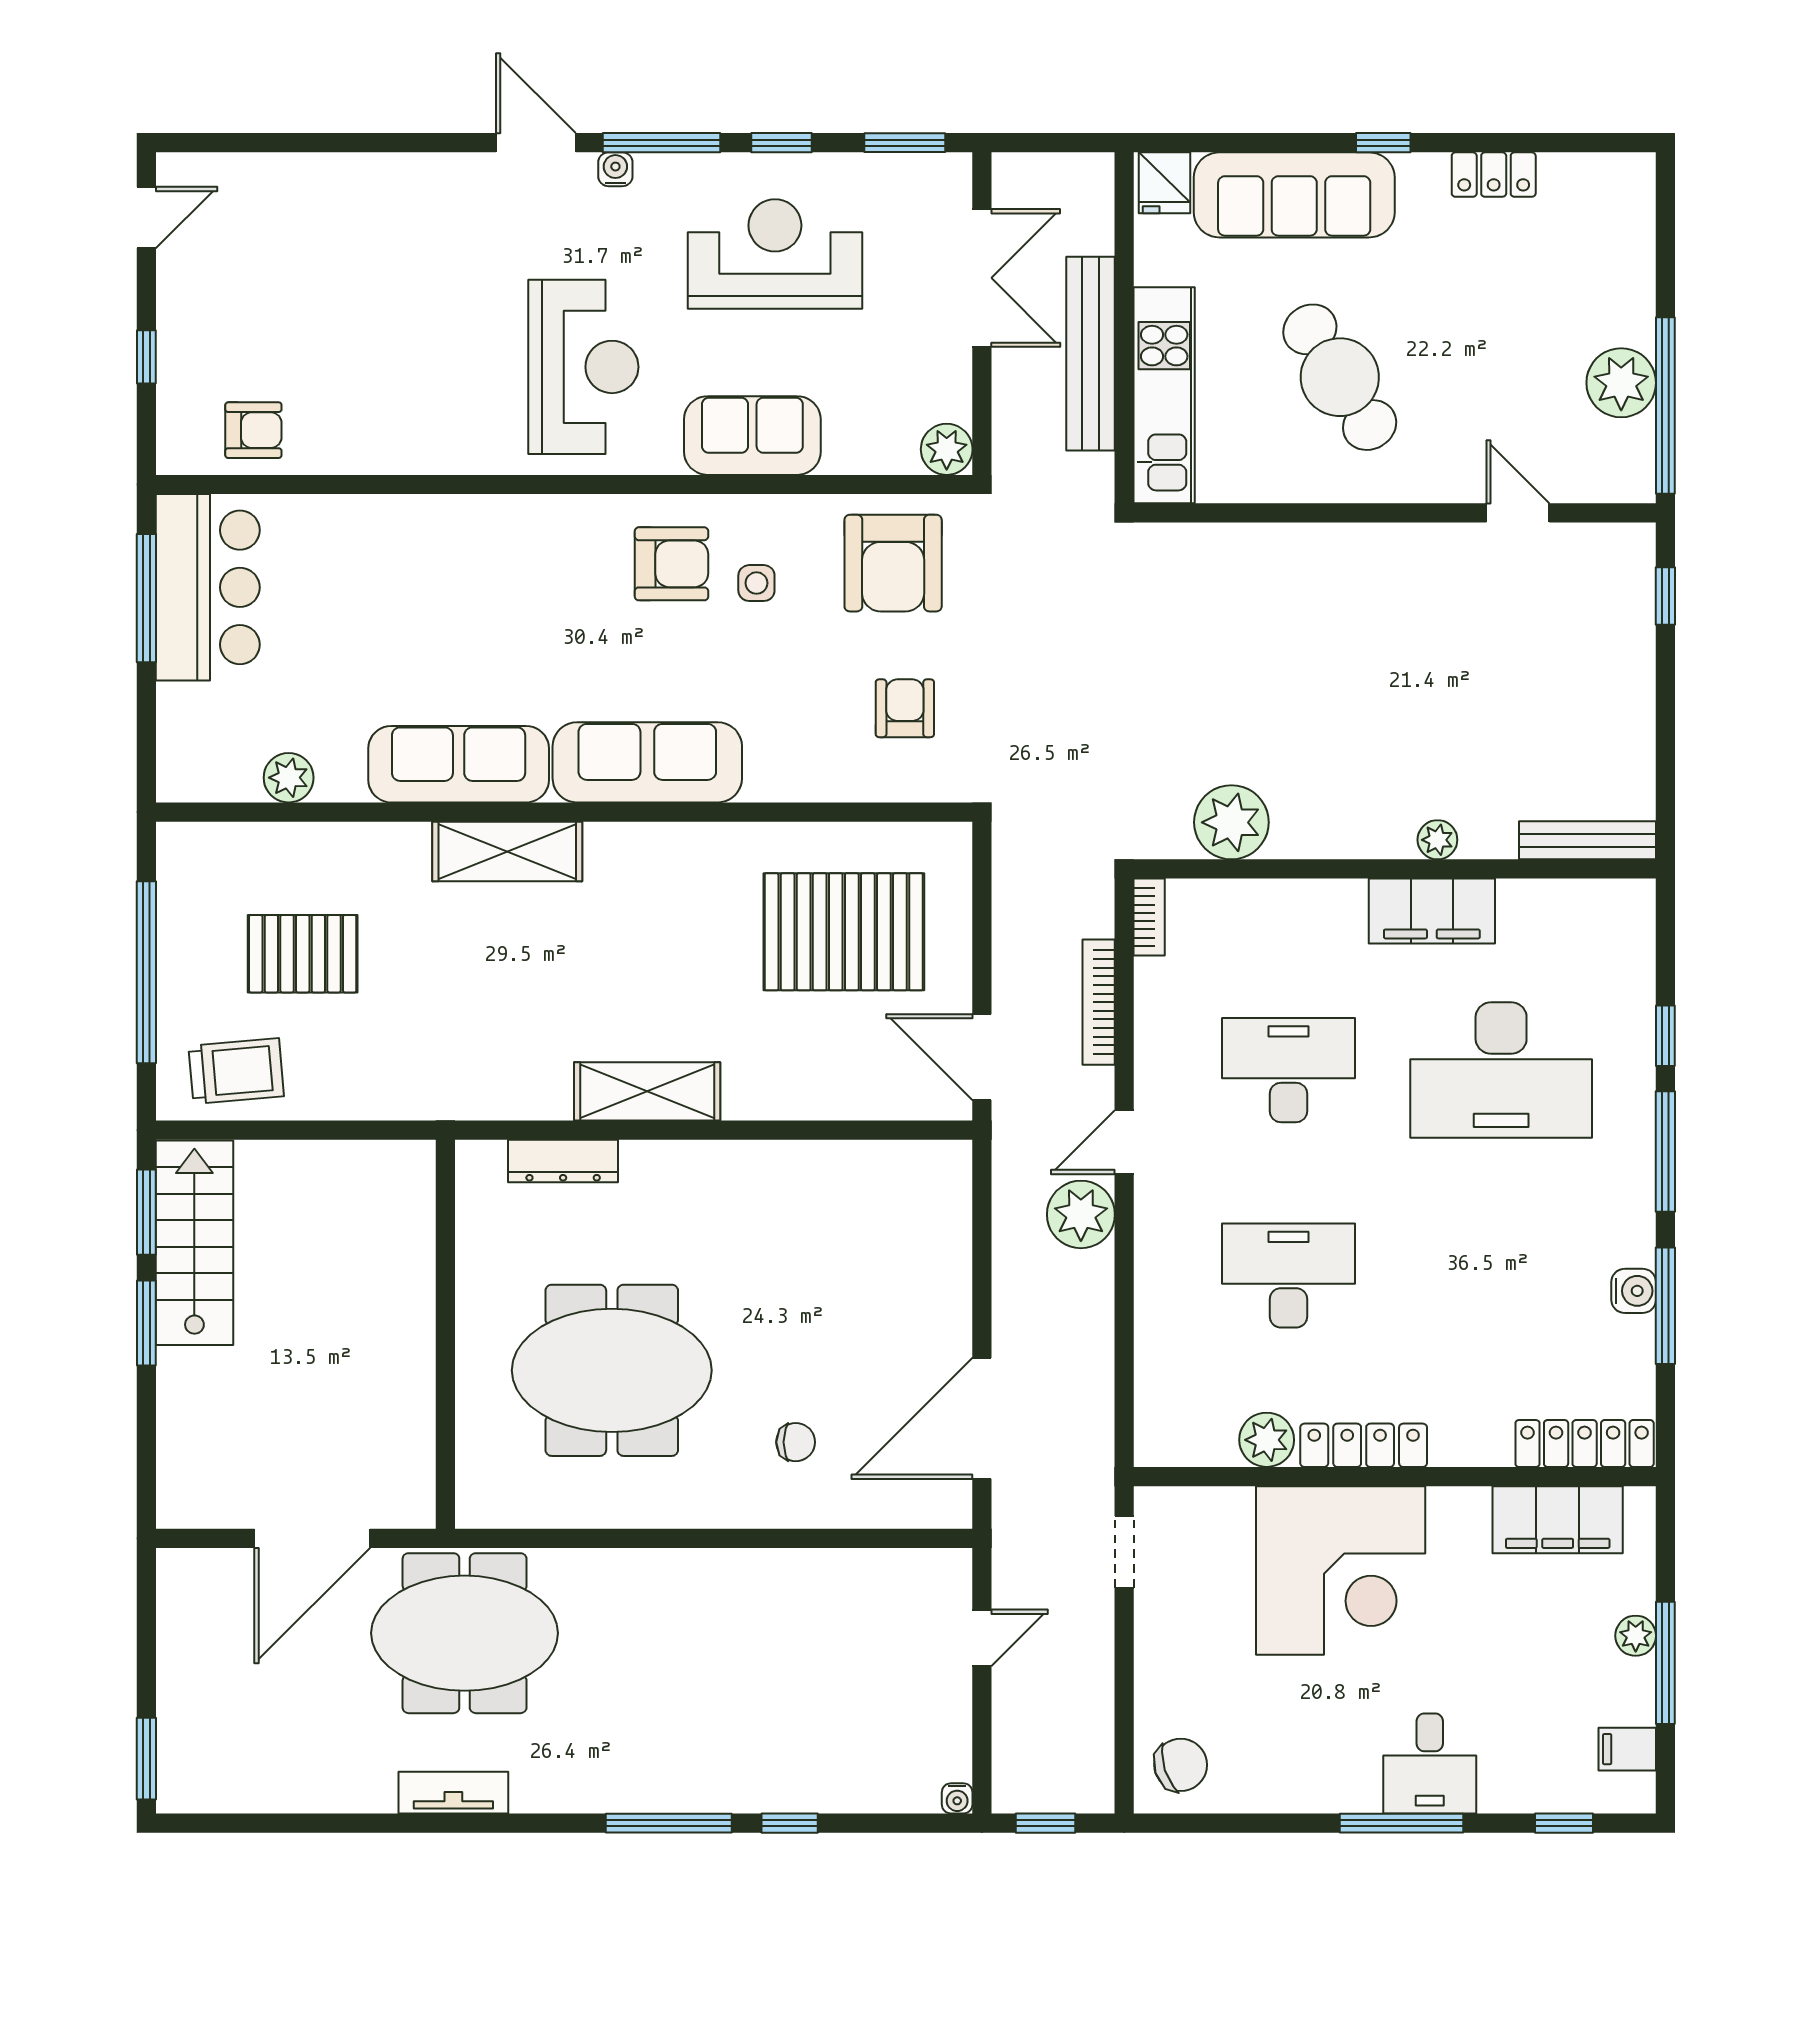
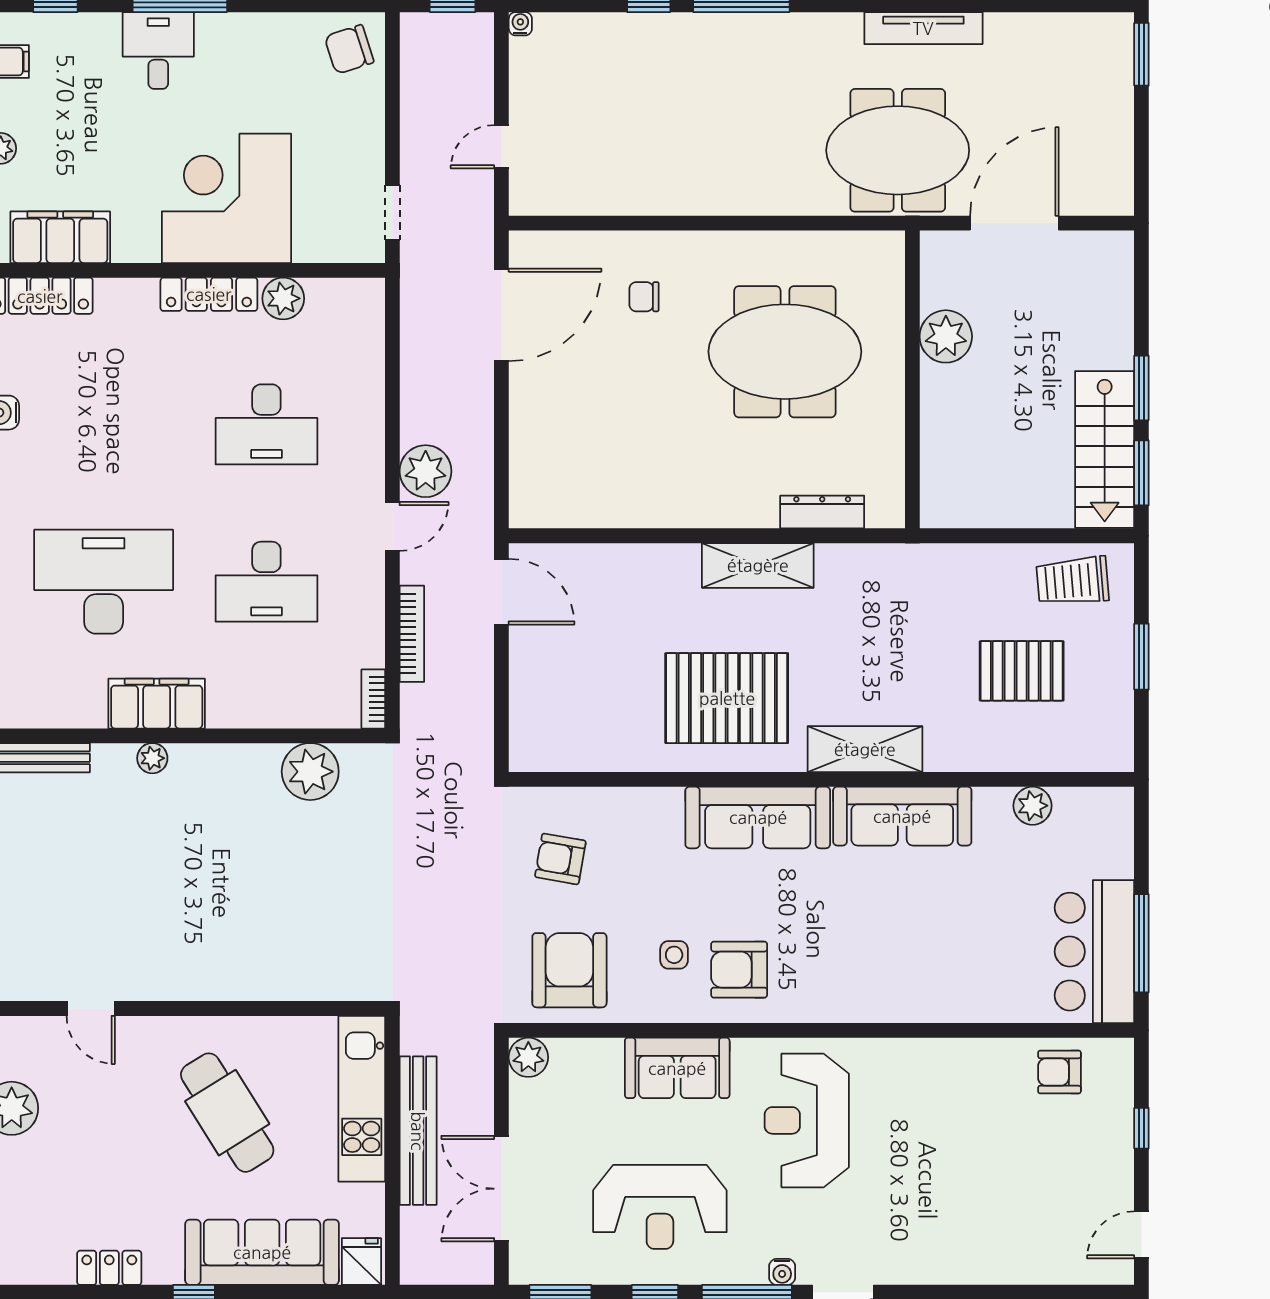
armchair: (905, 708) -> (560, 859), turned 100
pallet: (844, 932) -> (727, 698), moved
window: (146, 972) -> (1141, 657), width x0.47
plant: (402, 1390) -> (946, 336), added
tv unit: (453, 1793) -> (923, 28), width x1.41

